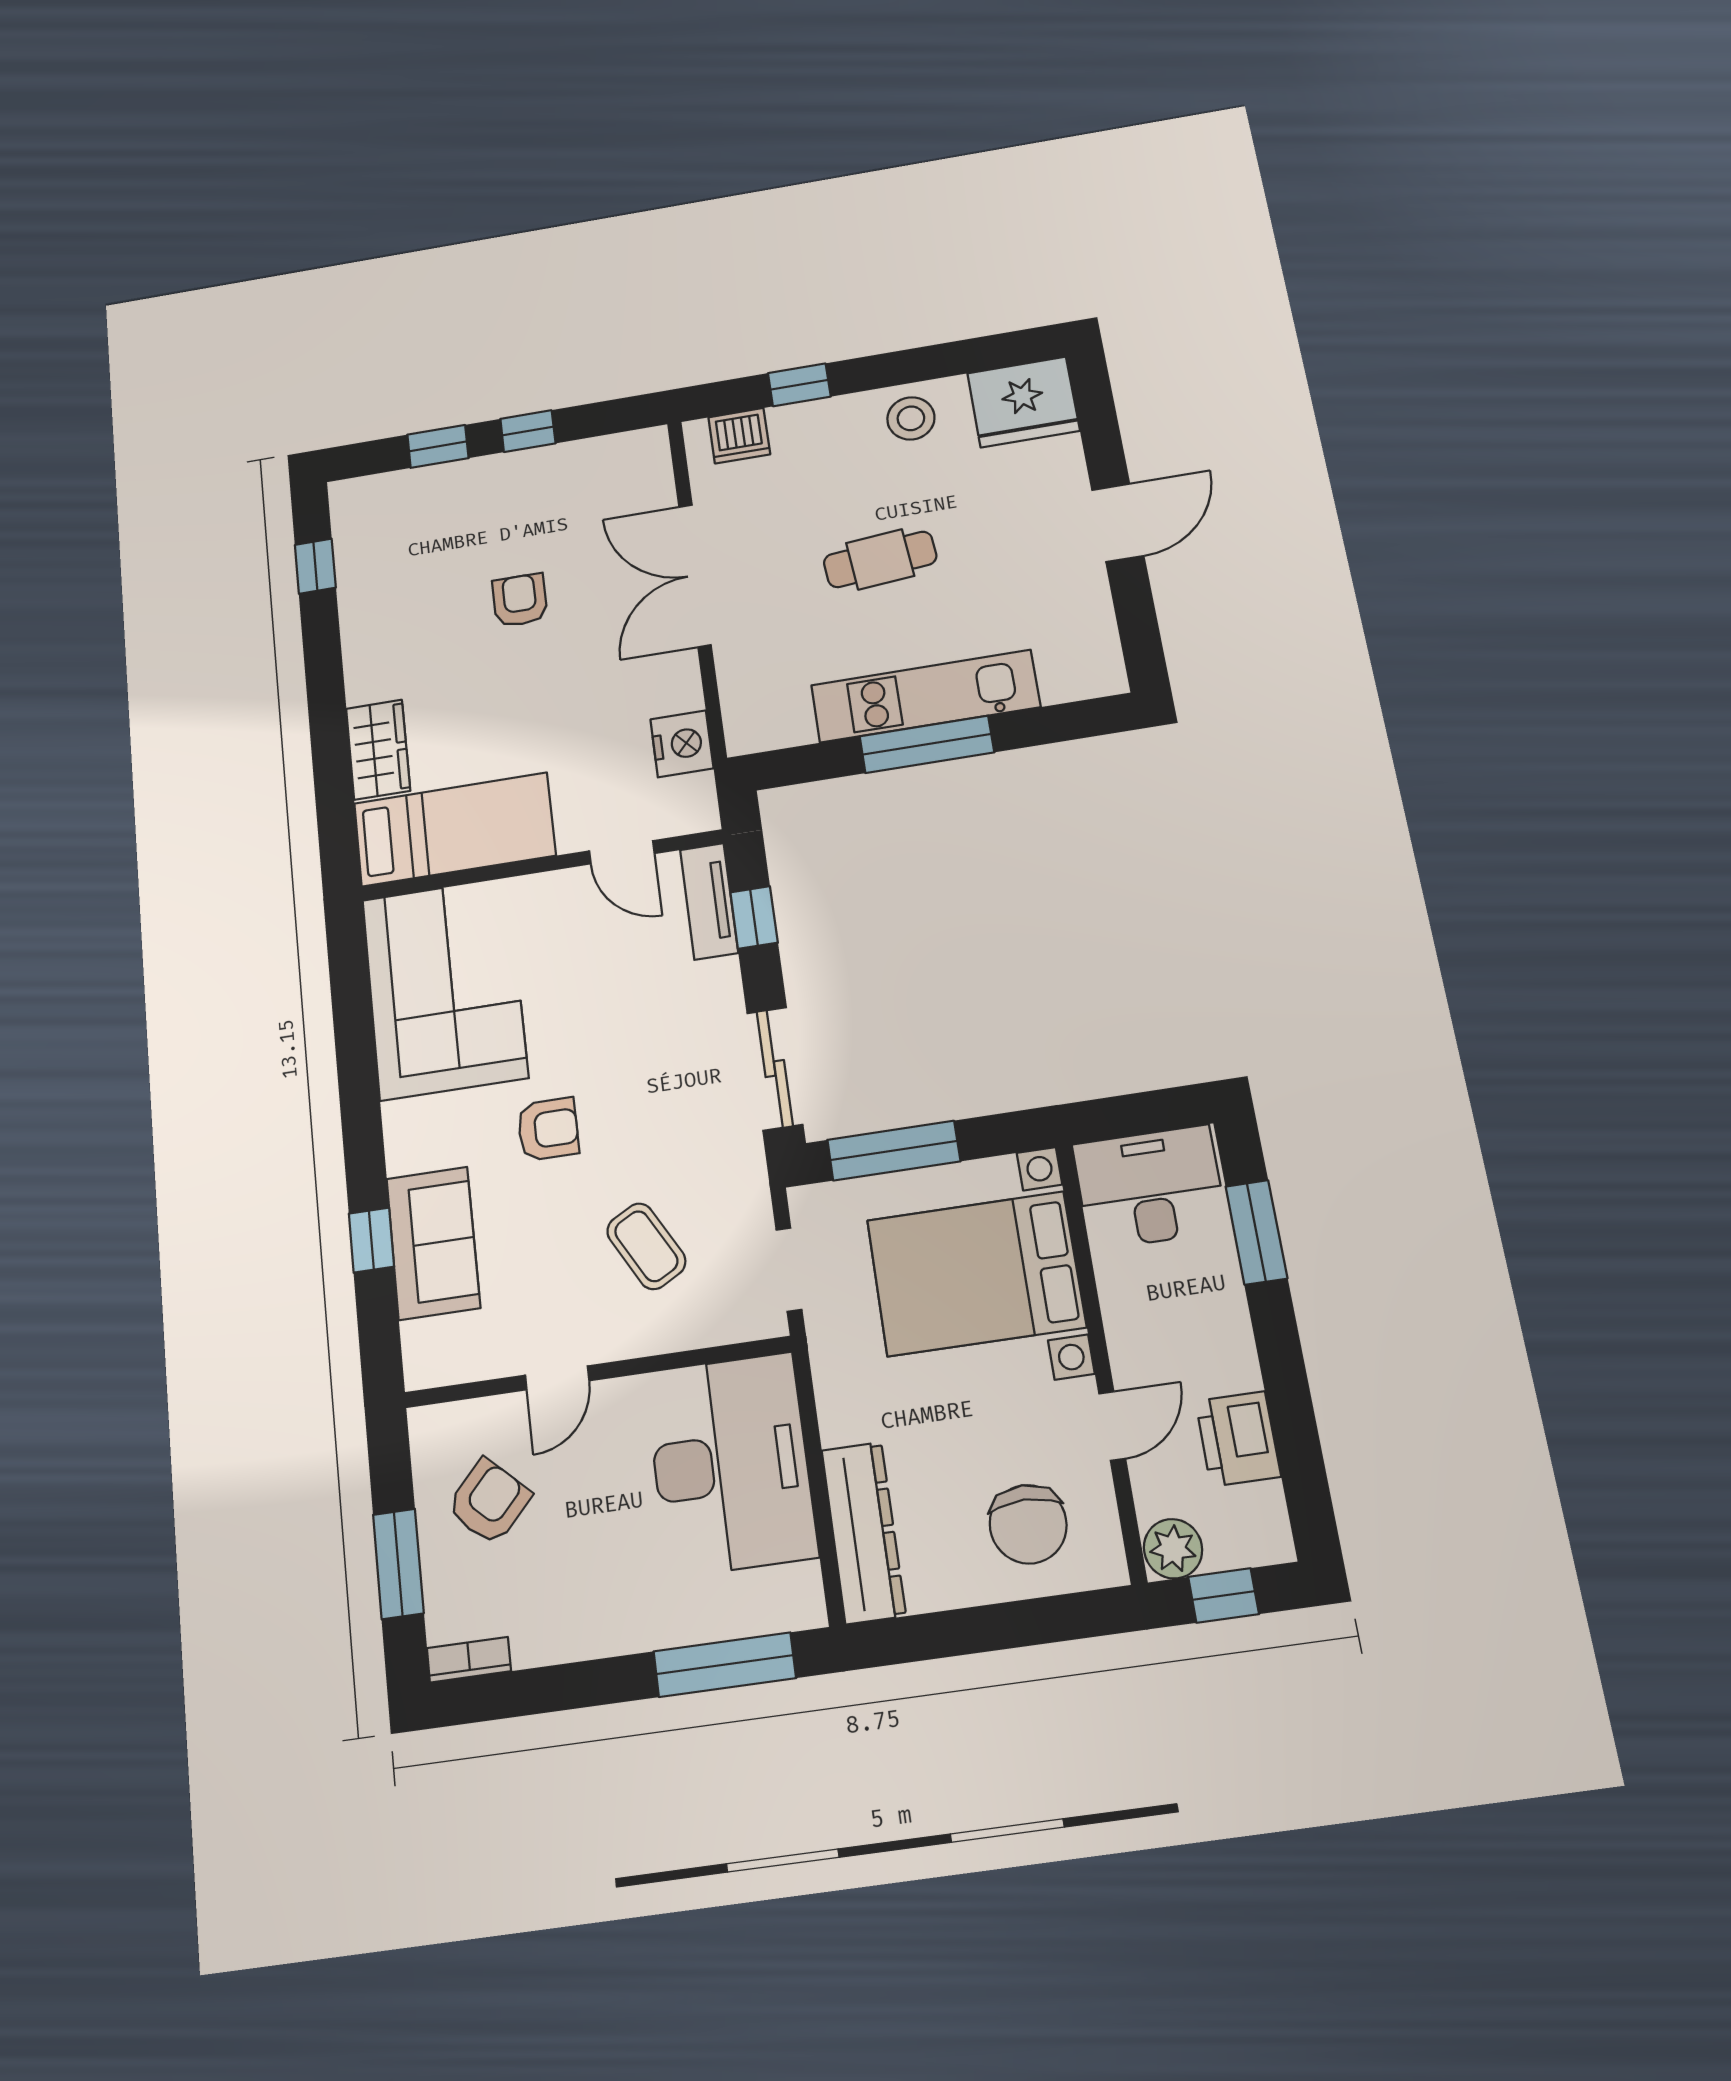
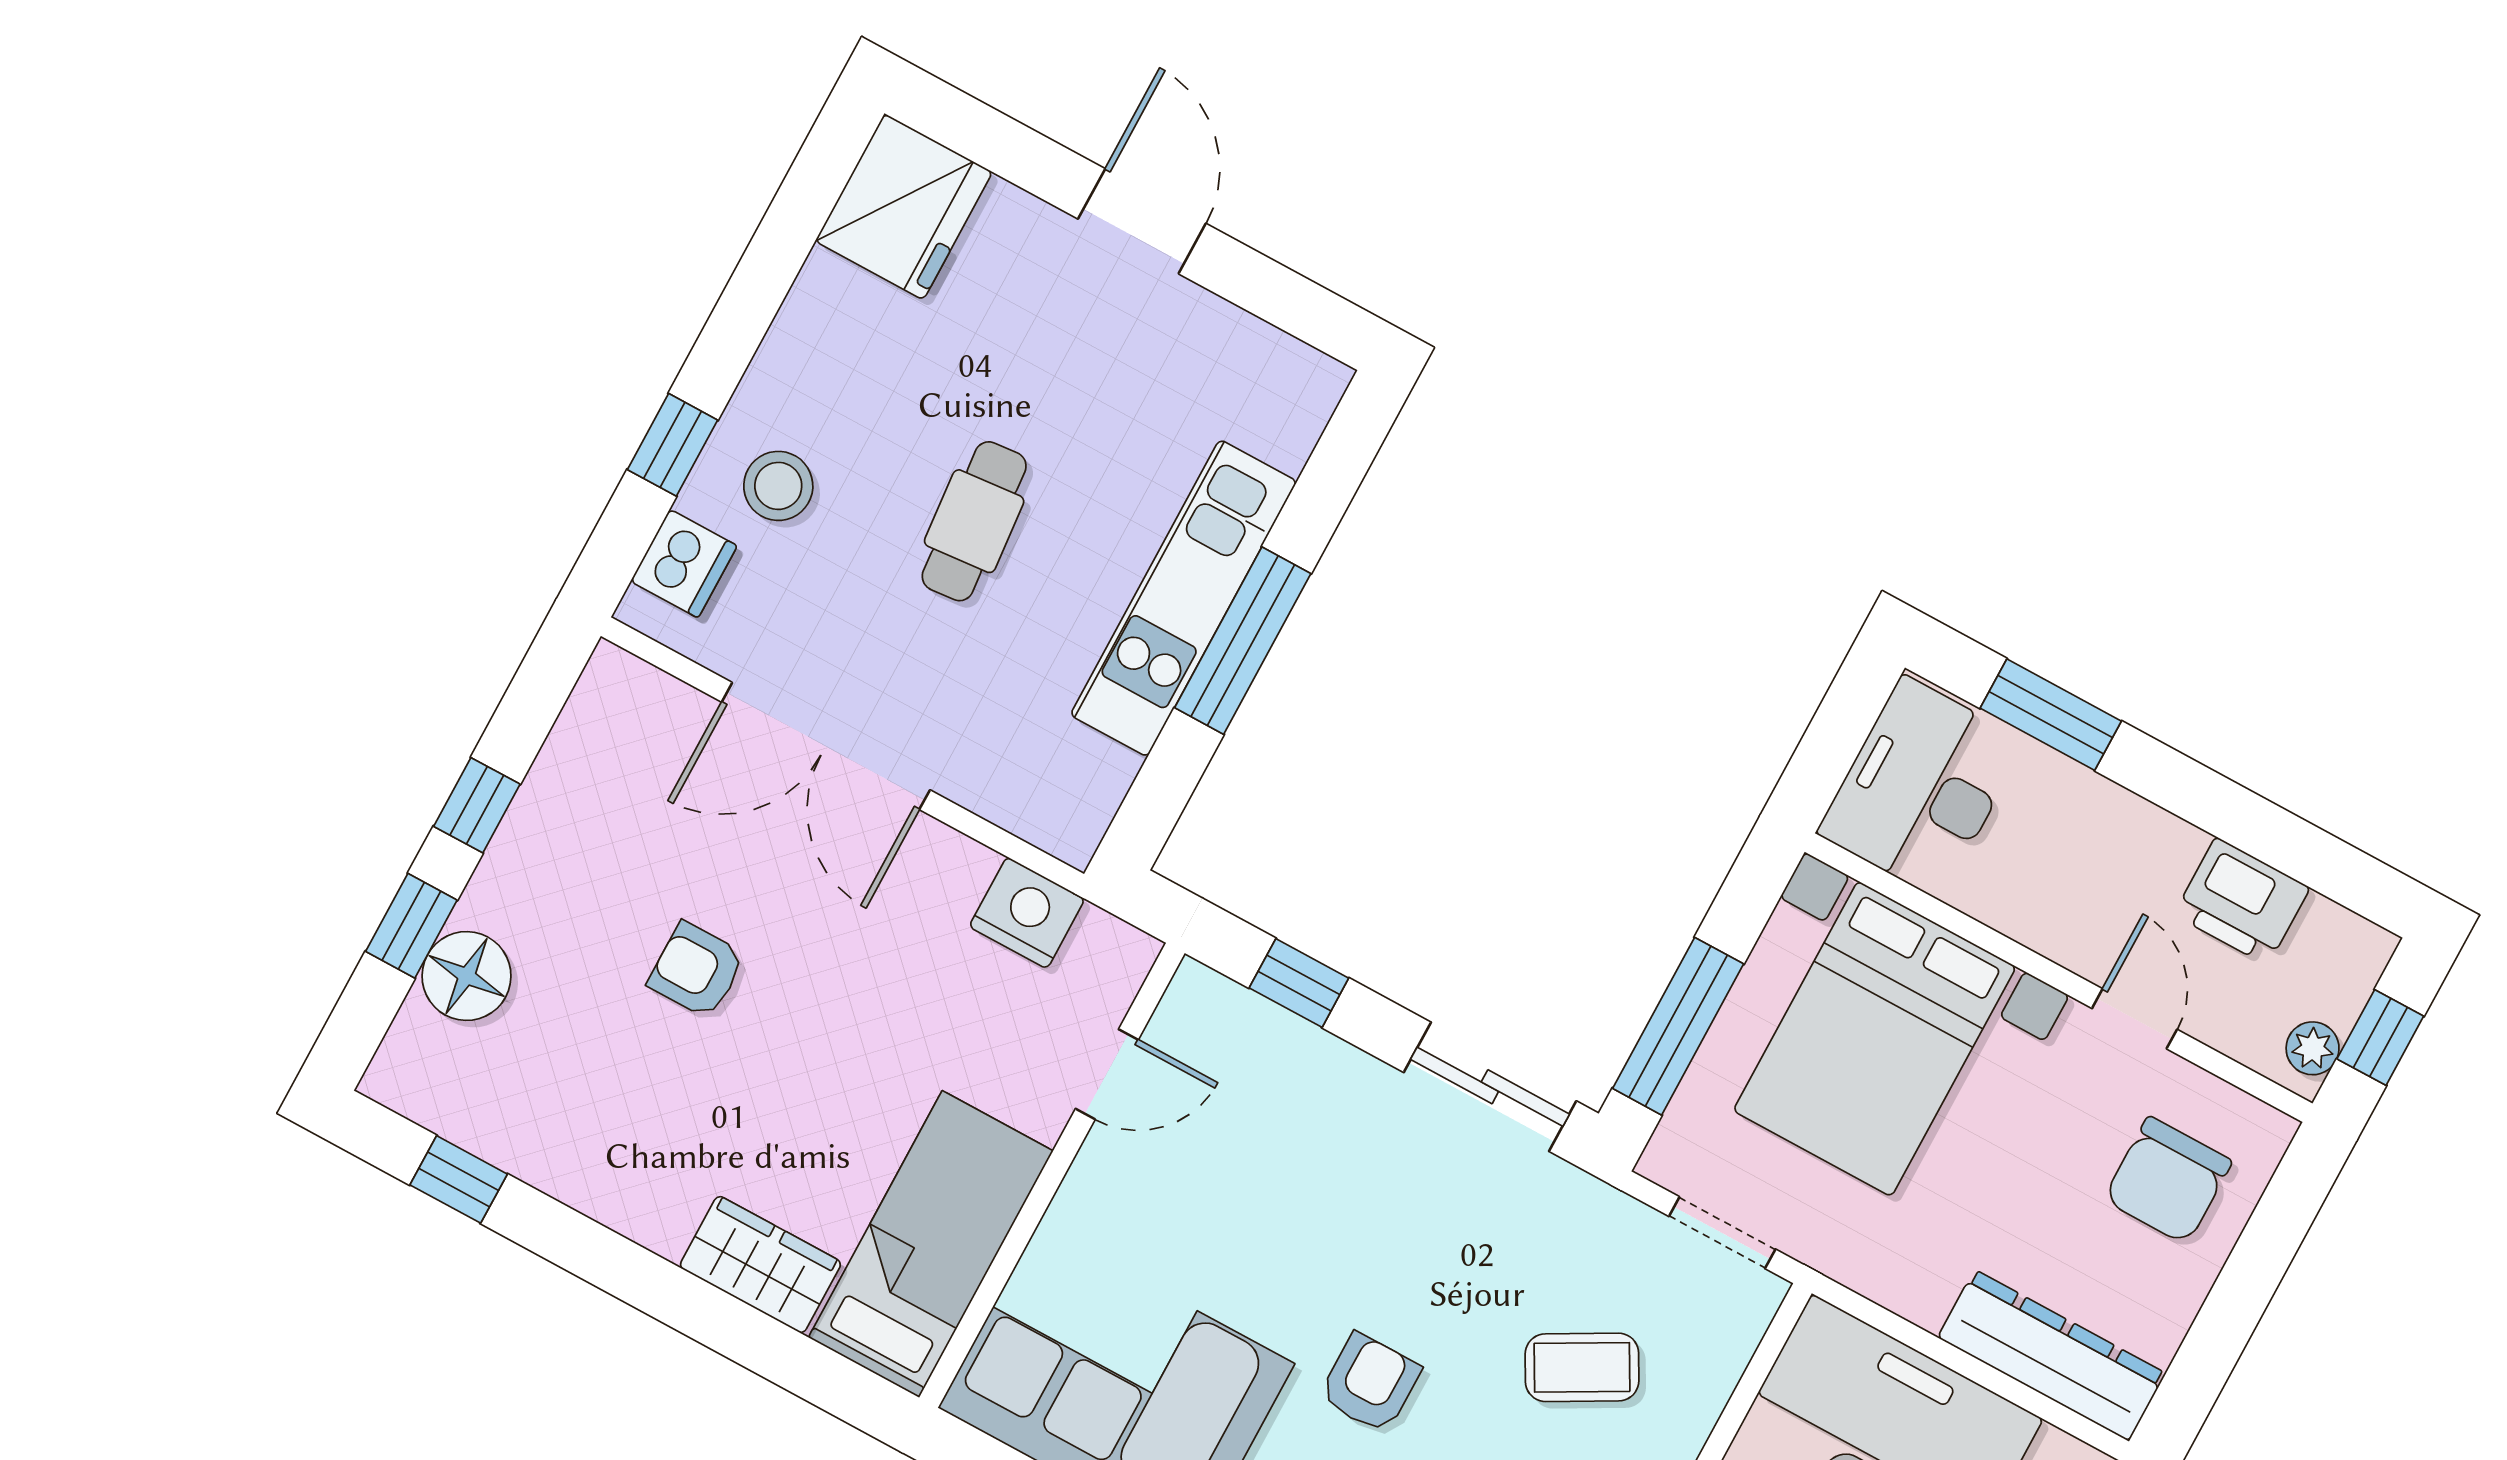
stool: (911, 418) -> (778, 486), moved
floor lamp: (431, 492) -> (467, 976), added
tv unit: (709, 901) -> (1241, 1019), removed
chair: (1028, 1524) -> (2168, 1180), turned 90
plant: (1173, 1549) -> (2313, 1048), width x0.73, depth x0.73

